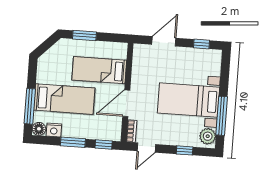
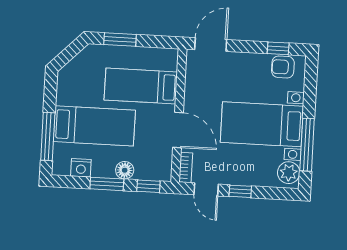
door: (164, 41) -> (211, 45), moved
armchair: (205, 58) -> (283, 67), added
door: (126, 103) -> (178, 130), swing flipped
floor lamp: (39, 129) -> (125, 170), moved
door: (146, 148) -> (206, 189), hinge flipped
window: (185, 150) -> (240, 191), moved

